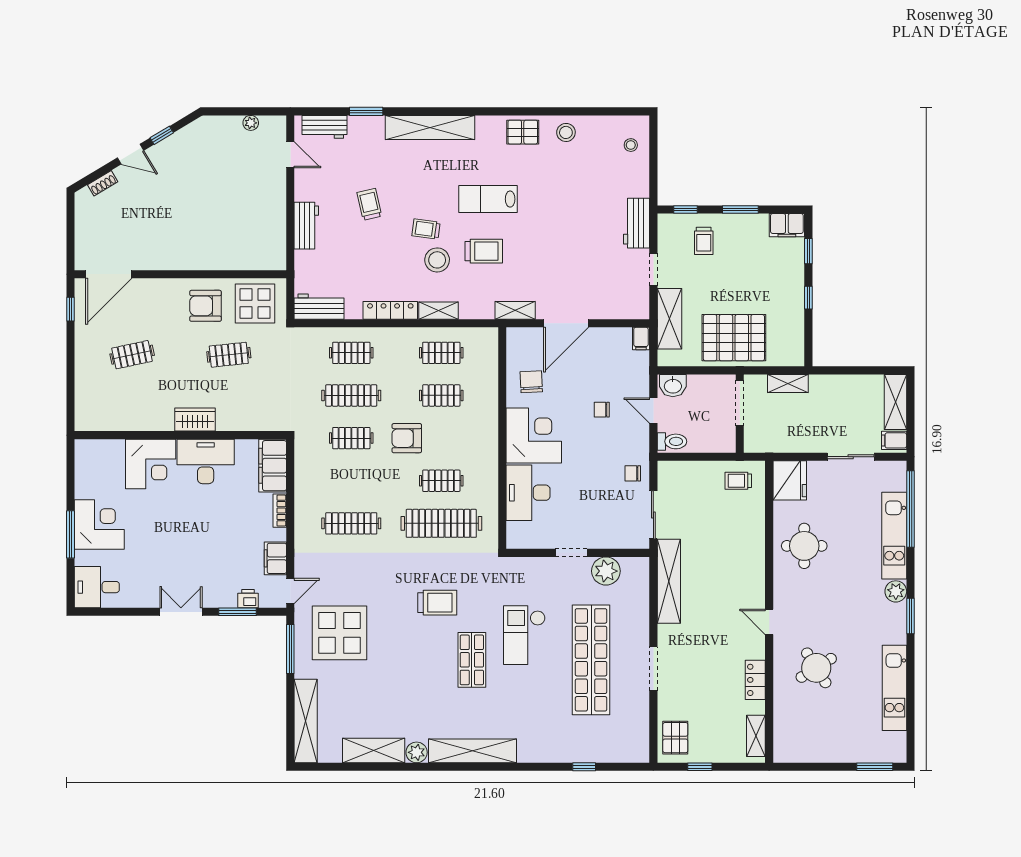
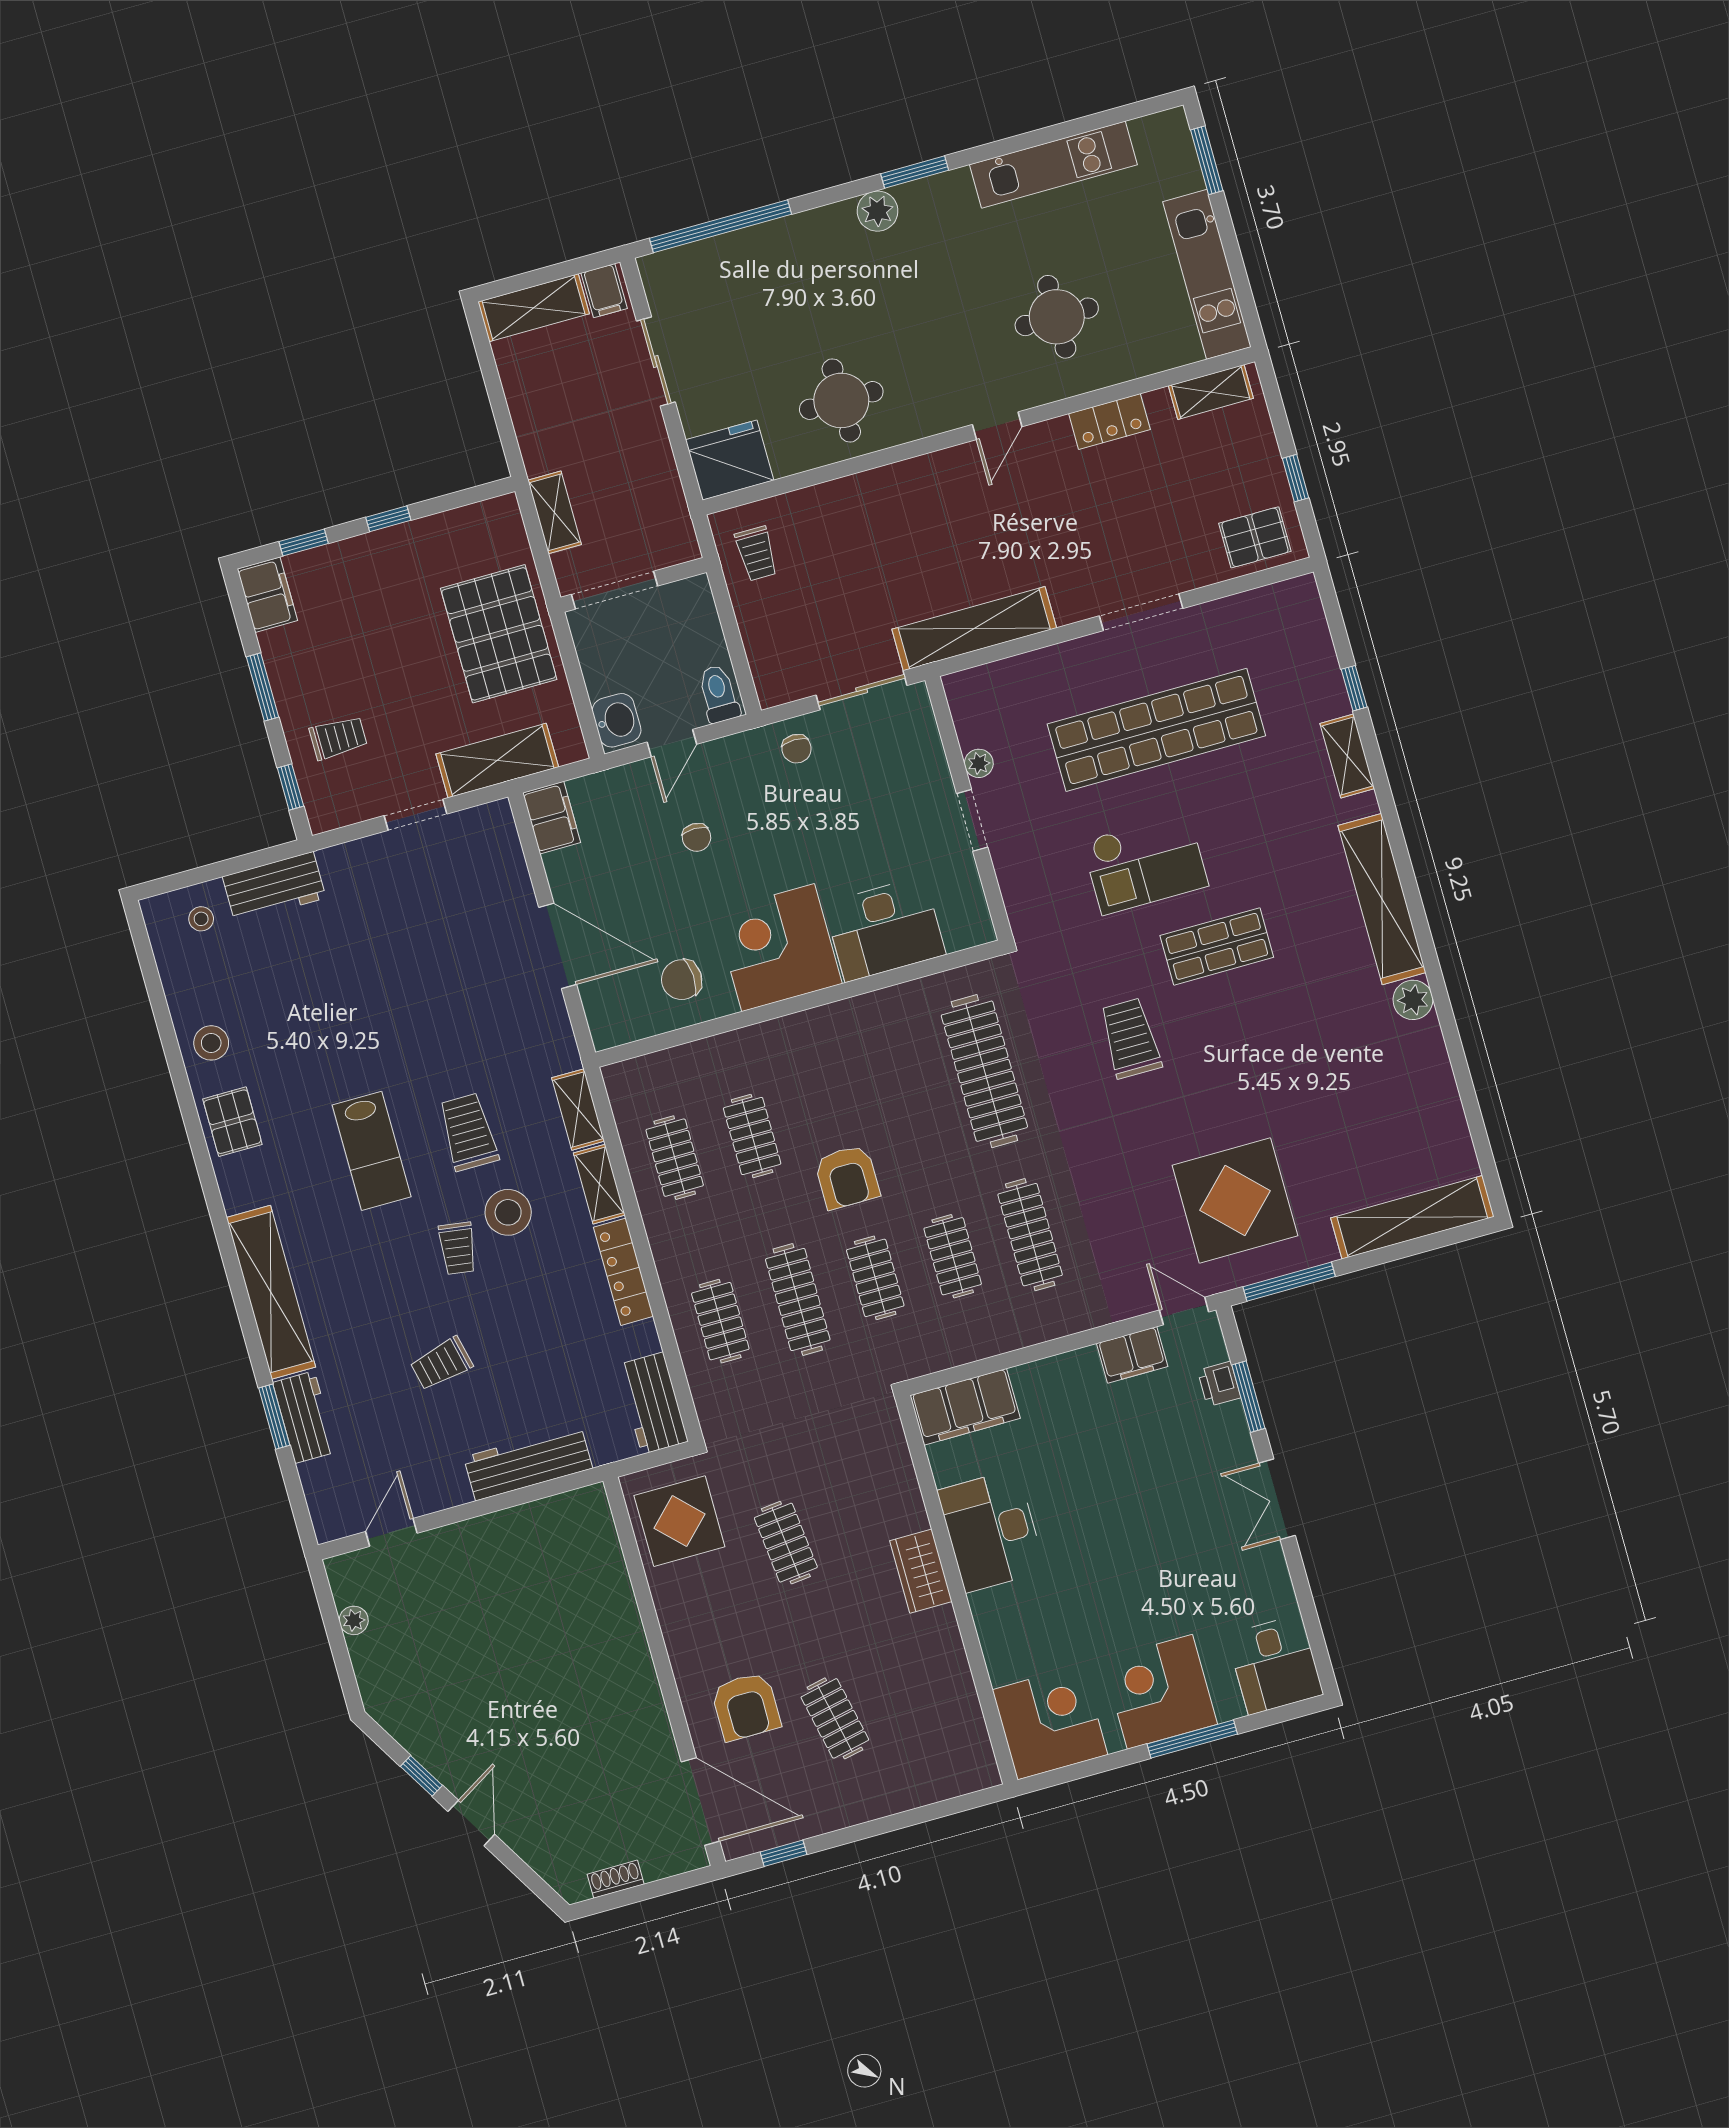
workbench: (324, 127) -> (305, 1417), moved
shoe rack: (103, 183) -> (616, 1879), moved, turned -59
workbench: (636, 223) -> (274, 887), moved
workbench: (306, 226) -> (528, 1463), width x1.37
armchair: (206, 306) -> (746, 1706), moved
shelving: (515, 310) -> (578, 1109), moved
filing cabinet: (641, 339) -> (552, 818), width x2.00
corner desk: (151, 464) -> (1050, 1722), moved
clothes rail: (441, 481) -> (953, 1256), moved
bookcase: (280, 511) -> (1043, 1371), removed
kitchen unit: (894, 536) -> (1207, 274), moved, turned 90
plant: (606, 571) -> (979, 763), width x0.53, depth x0.53
round table: (816, 668) -> (1057, 317), turned 32
shelving: (374, 751) -> (1347, 756), moved, width x0.67, depth x0.75

